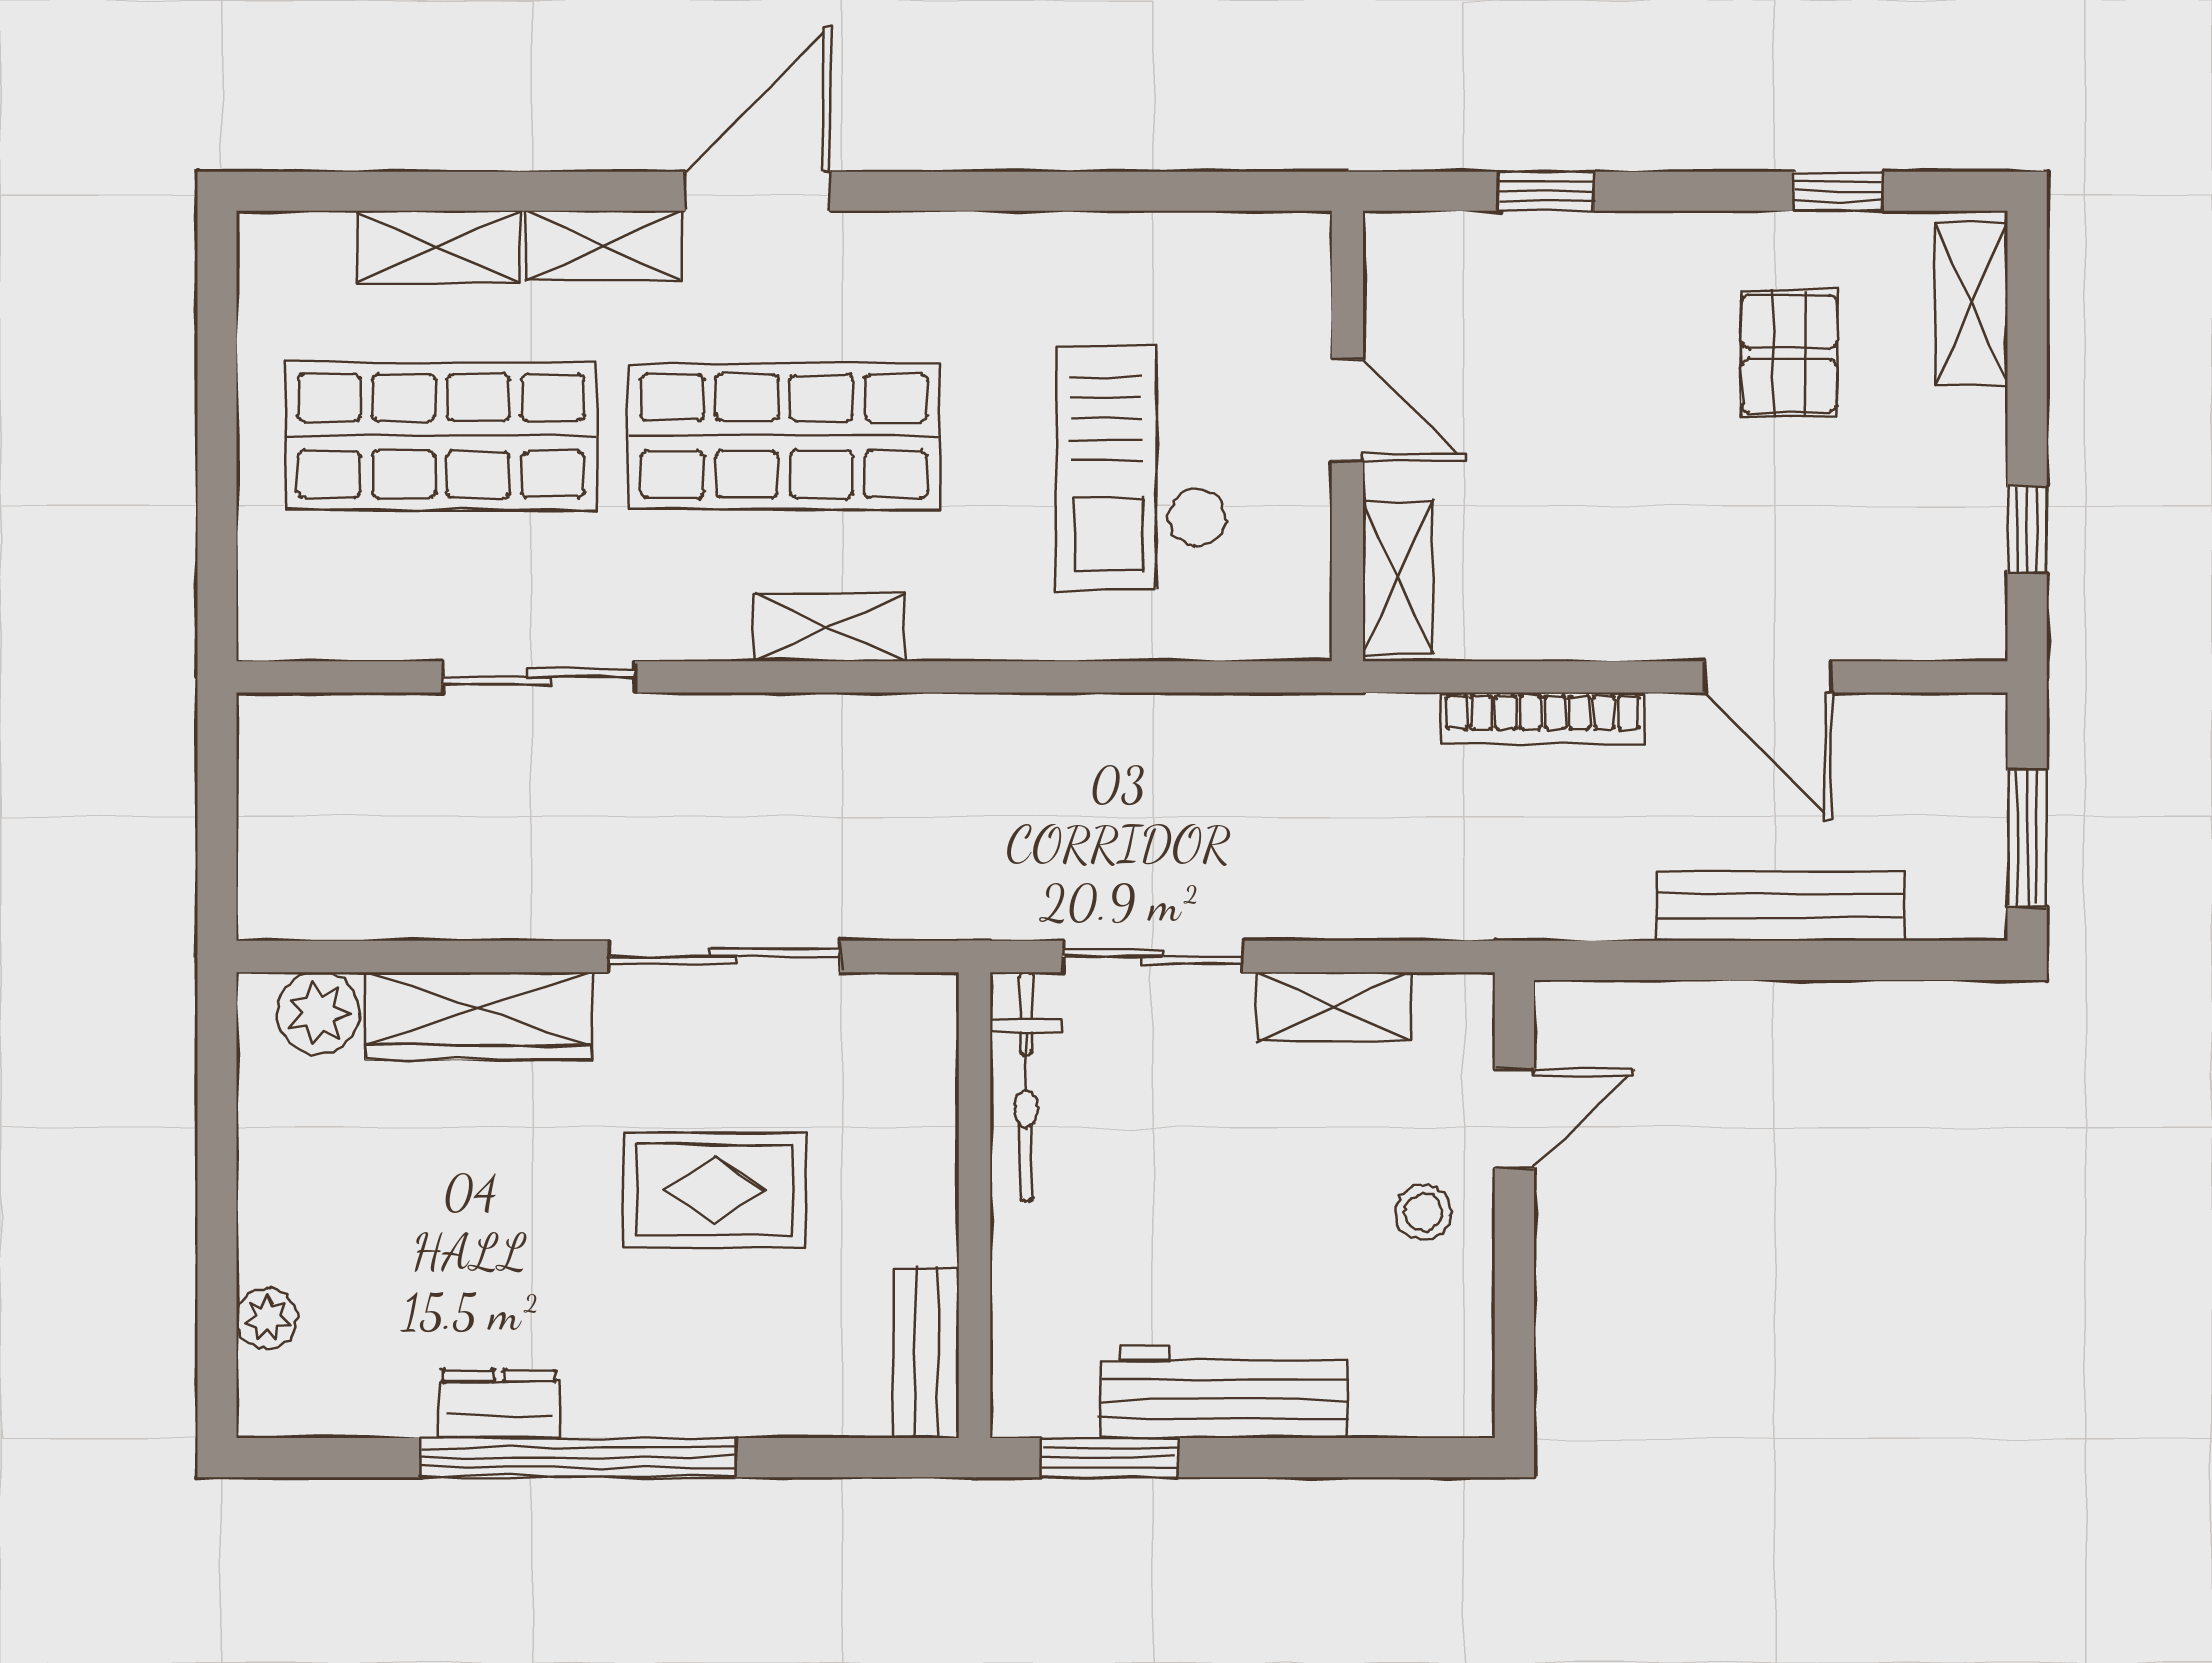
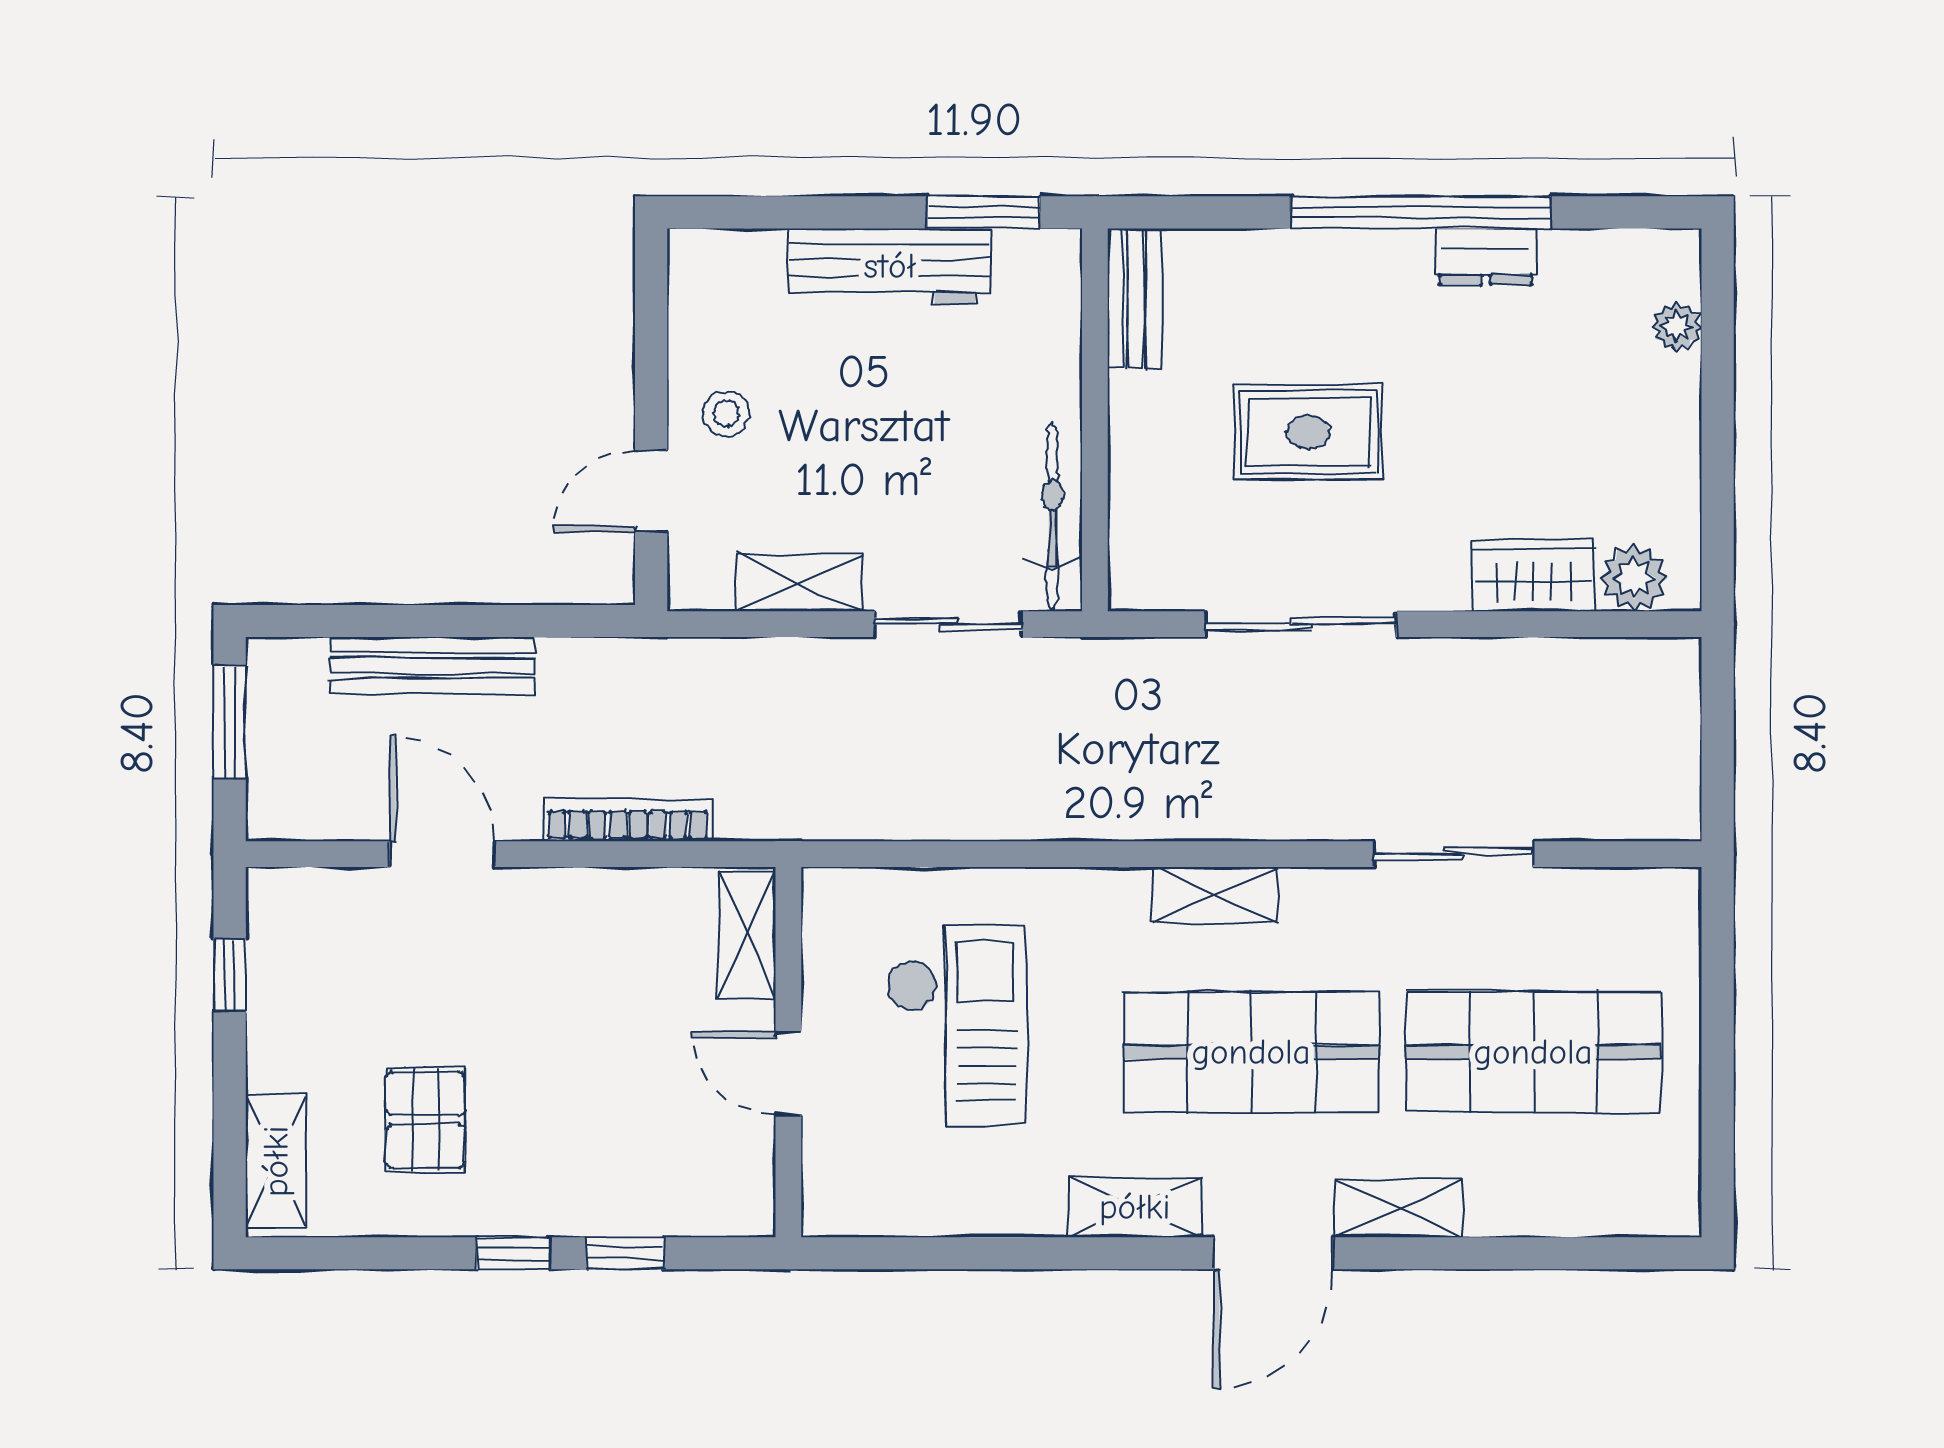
window: (1838, 191) -> (513, 1253), moved
shelving: (438, 247) -> (1135, 1207), moved
wardrobe: (479, 1016) -> (1533, 575), width x0.67

